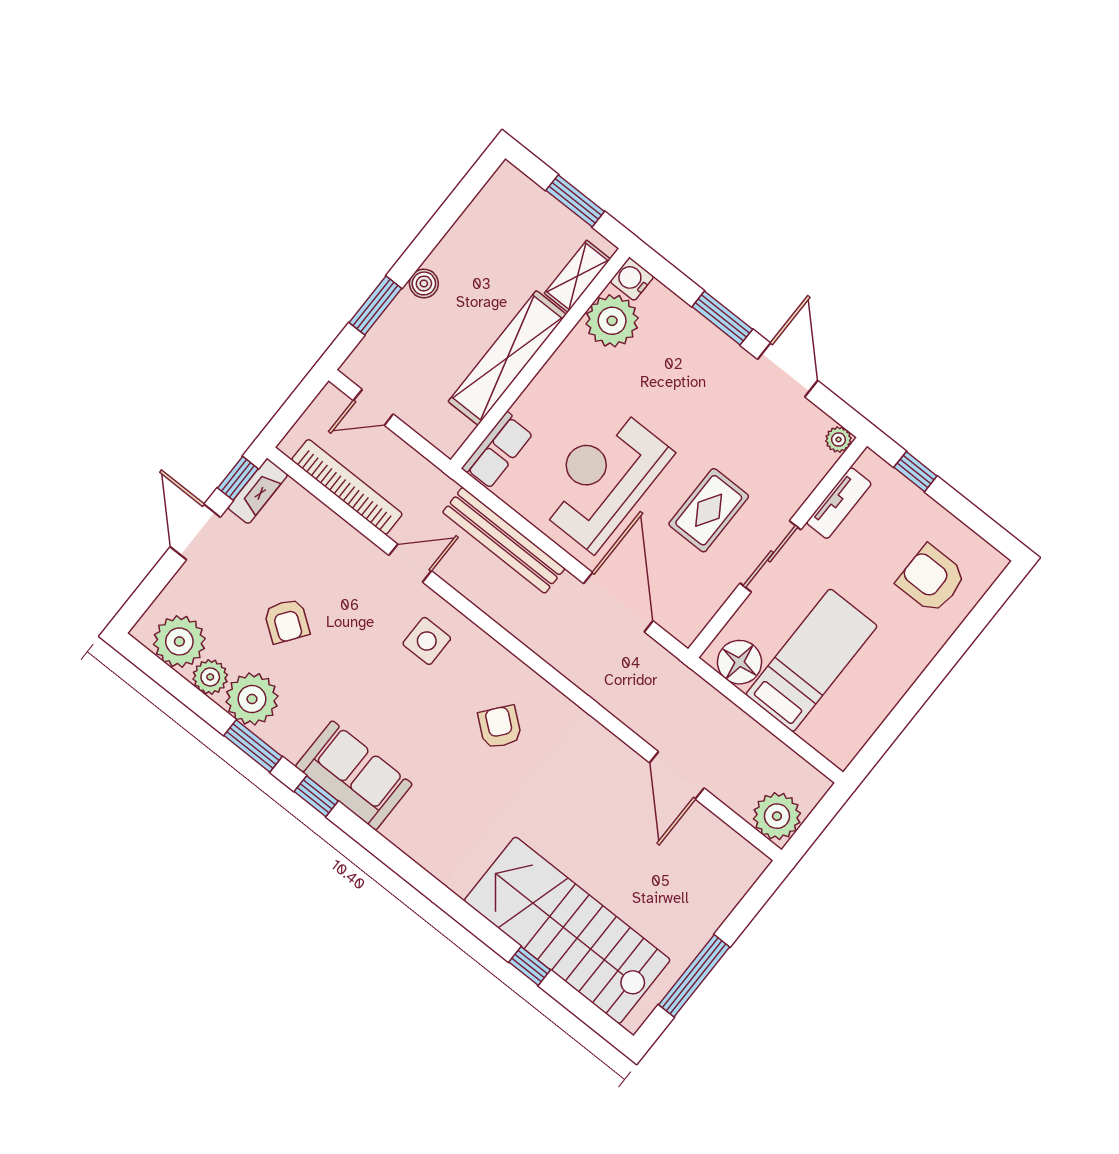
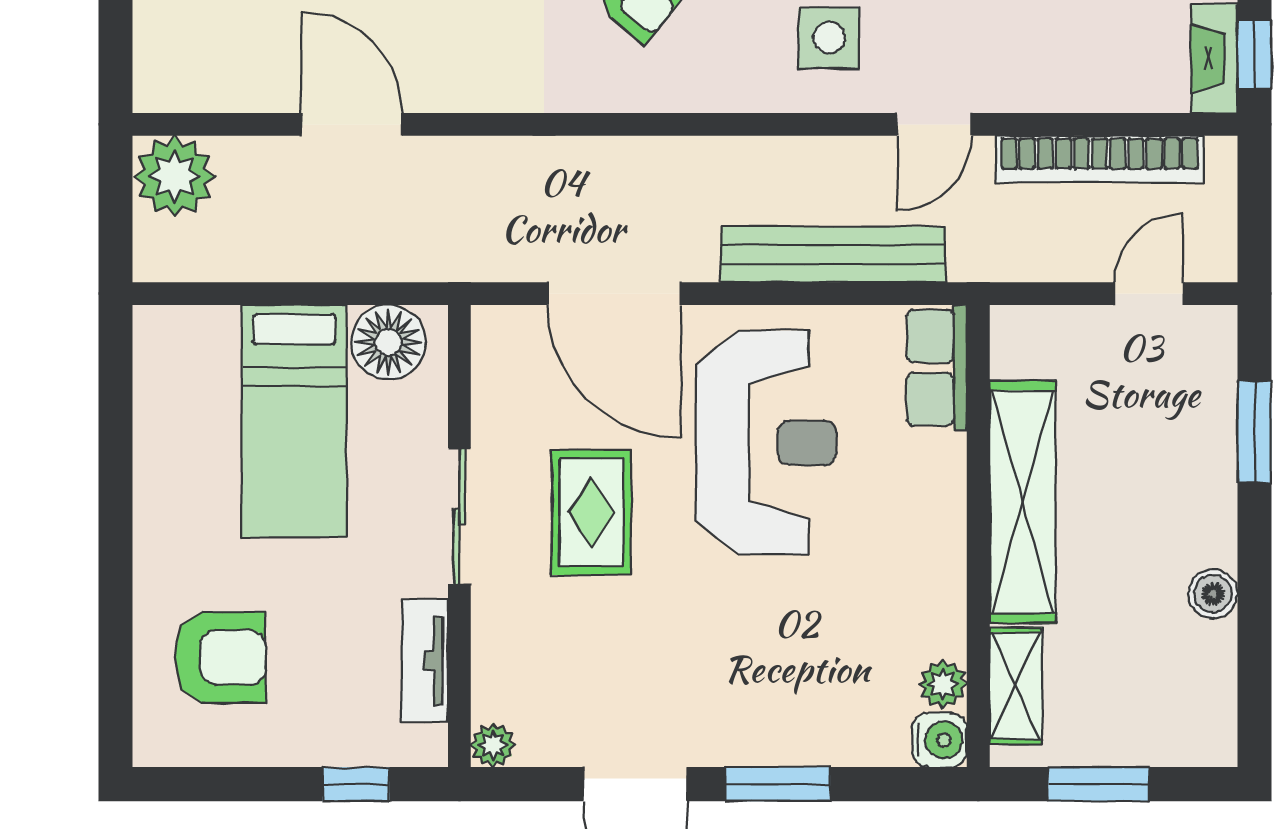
boiler: (424, 283) -> (1213, 594), moved
plant: (612, 321) -> (943, 684), width x0.53, depth x0.53

